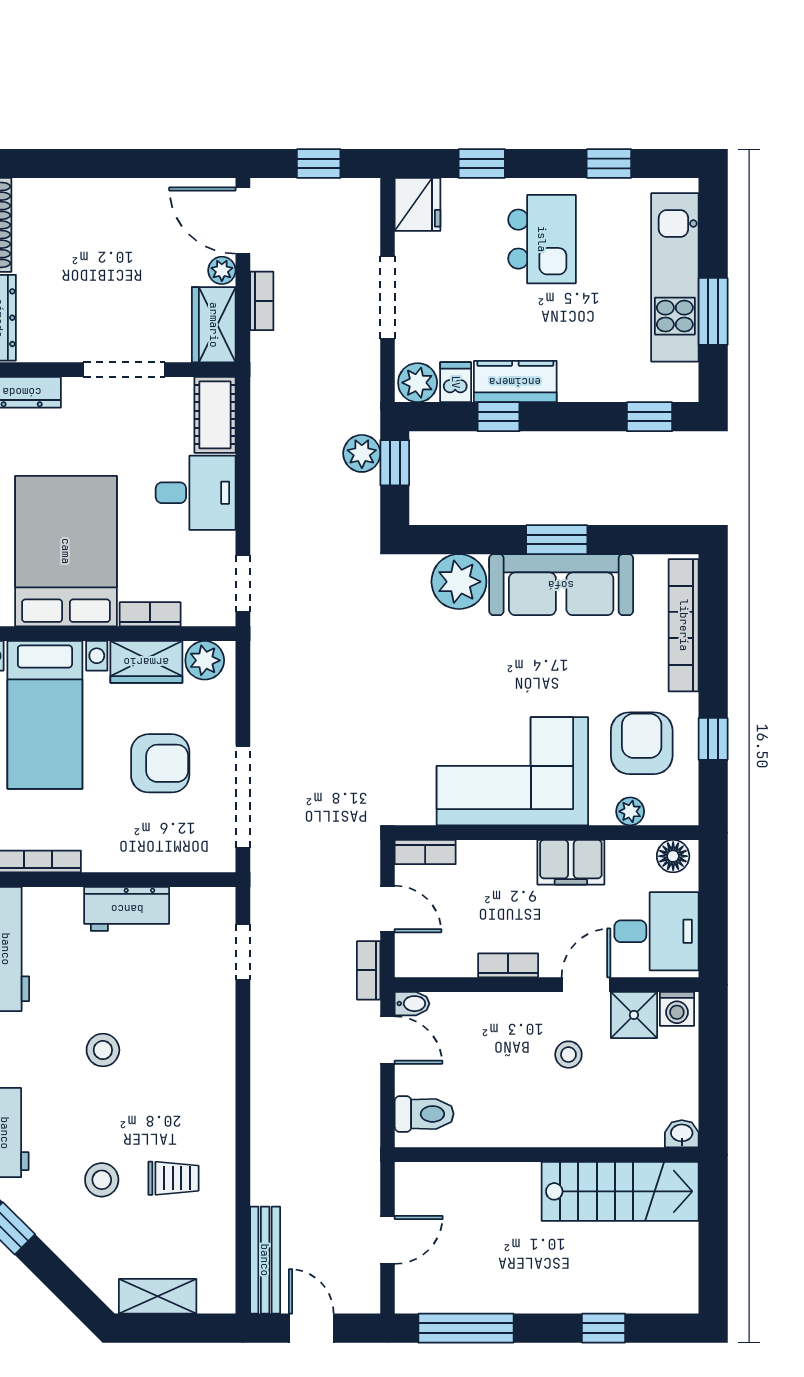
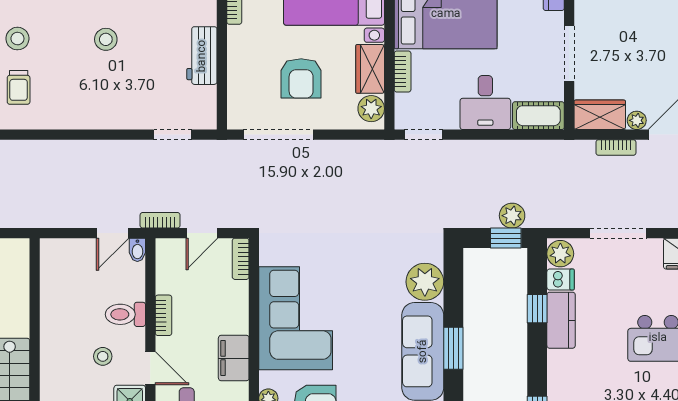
toilet: (424, 1114) -> (125, 314), moved, turned 90

